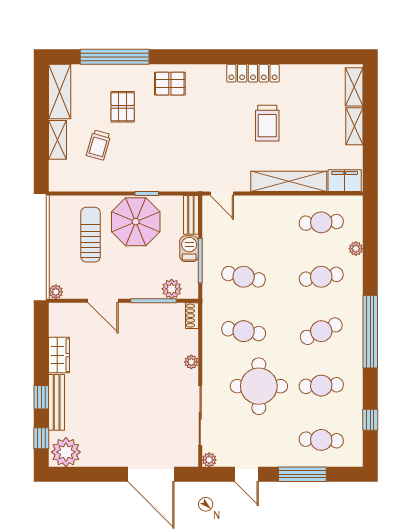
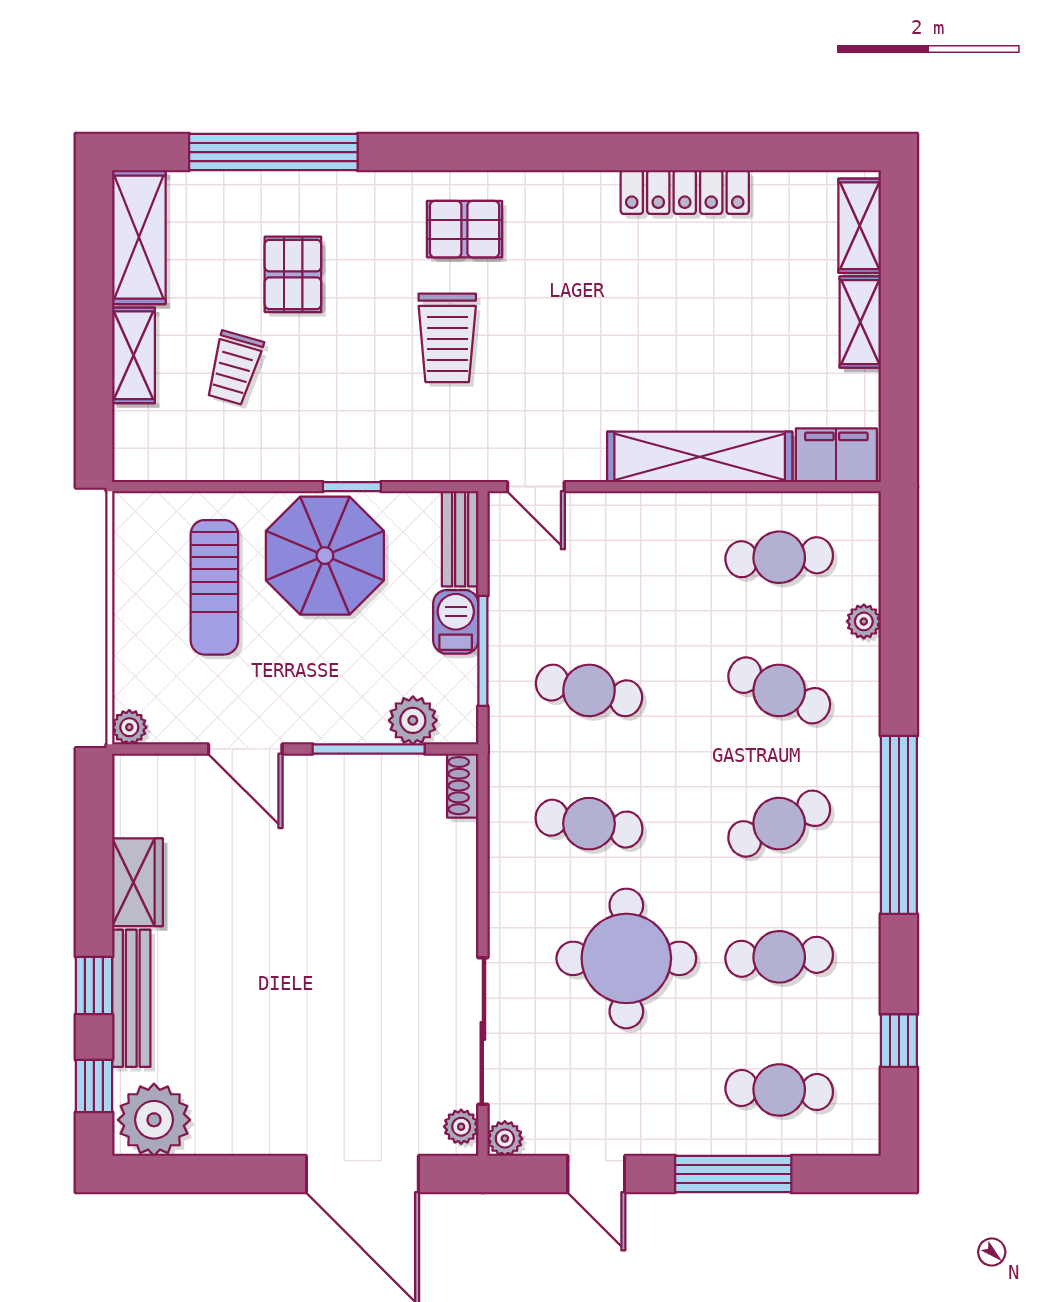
locker: (253, 73) -> (685, 192), moved
pallet: (170, 84) -> (464, 229), moved
trolley: (267, 123) -> (447, 338), moved
sun lounger: (91, 235) -> (214, 587), turned 180
cafe table: (321, 277) -> (779, 690), turned 33
plant: (191, 362) -> (461, 1127), moved

